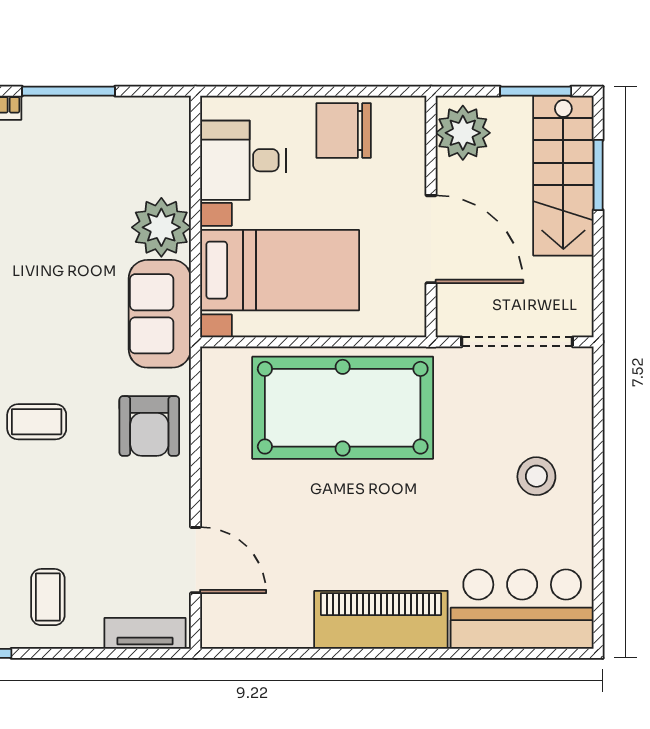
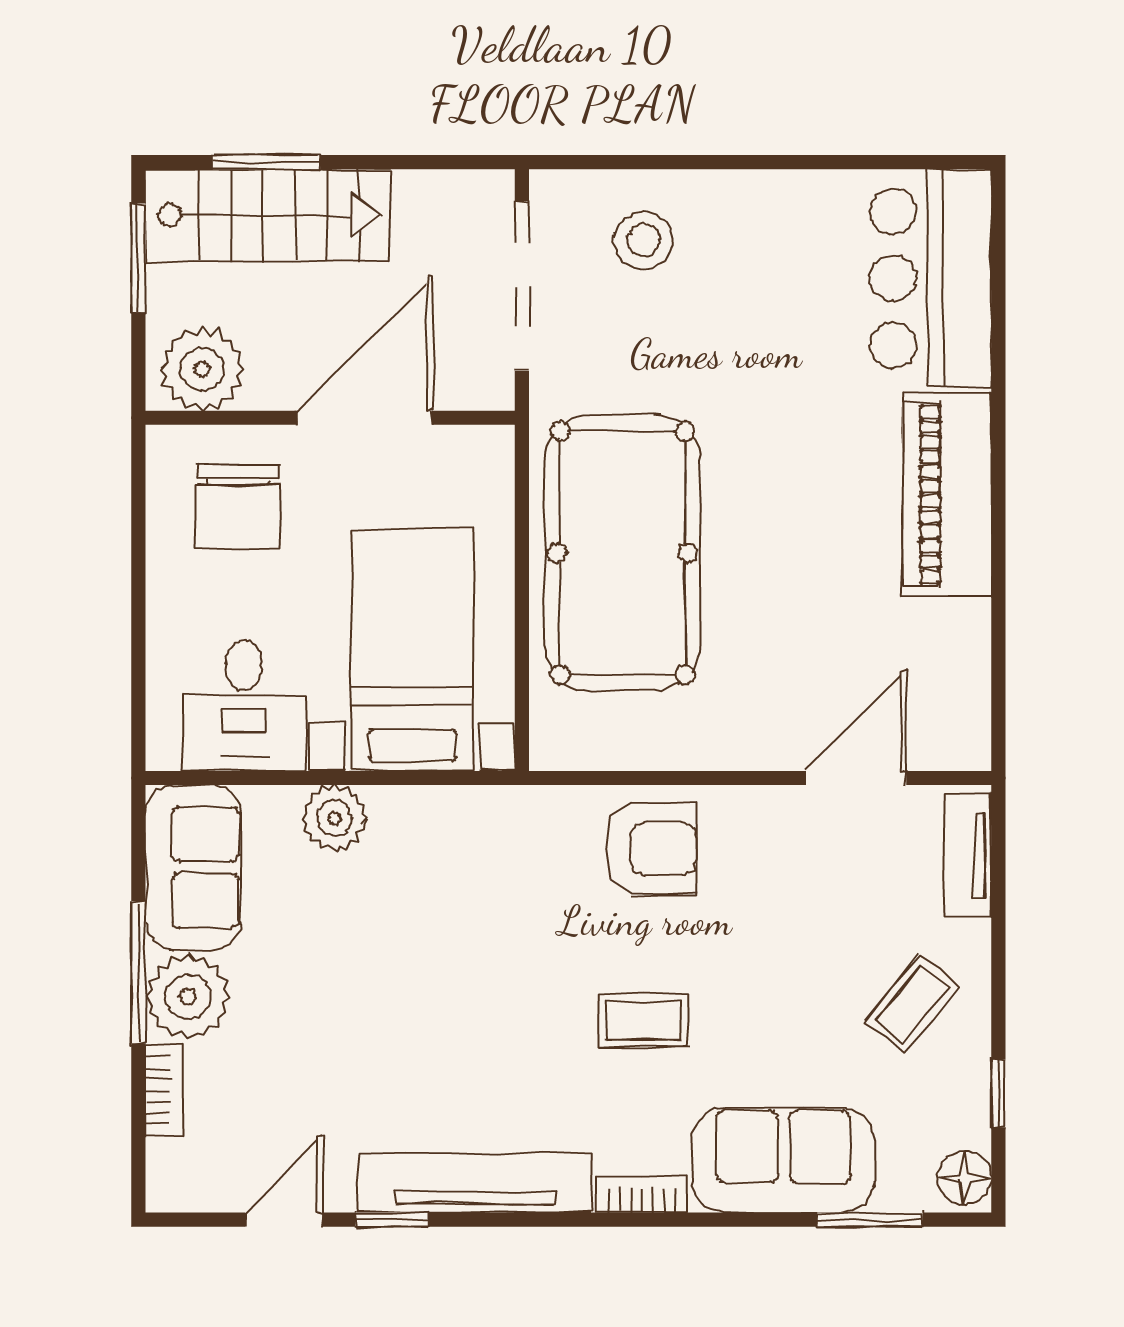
plant: (52, 124) -> (188, 997), added
chair: (344, 130) -> (238, 507), moved
plant: (161, 227) -> (334, 818), width x0.73, depth x0.73
sofa: (160, 314) -> (193, 867), moved, turned -90
coffee table: (37, 422) -> (644, 1021), turned 90
stool: (536, 476) -> (644, 240), moved
coffee table: (48, 597) -> (912, 1004), turned -51

